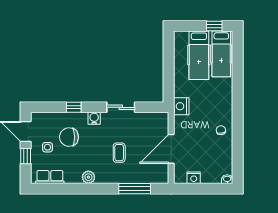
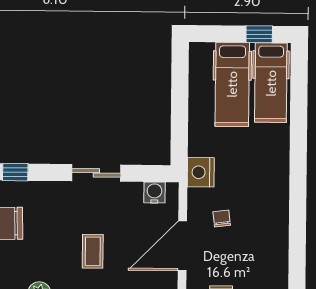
water cooler: (94, 118) -> (154, 193), moved
chair: (221, 130) -> (222, 219), moved

